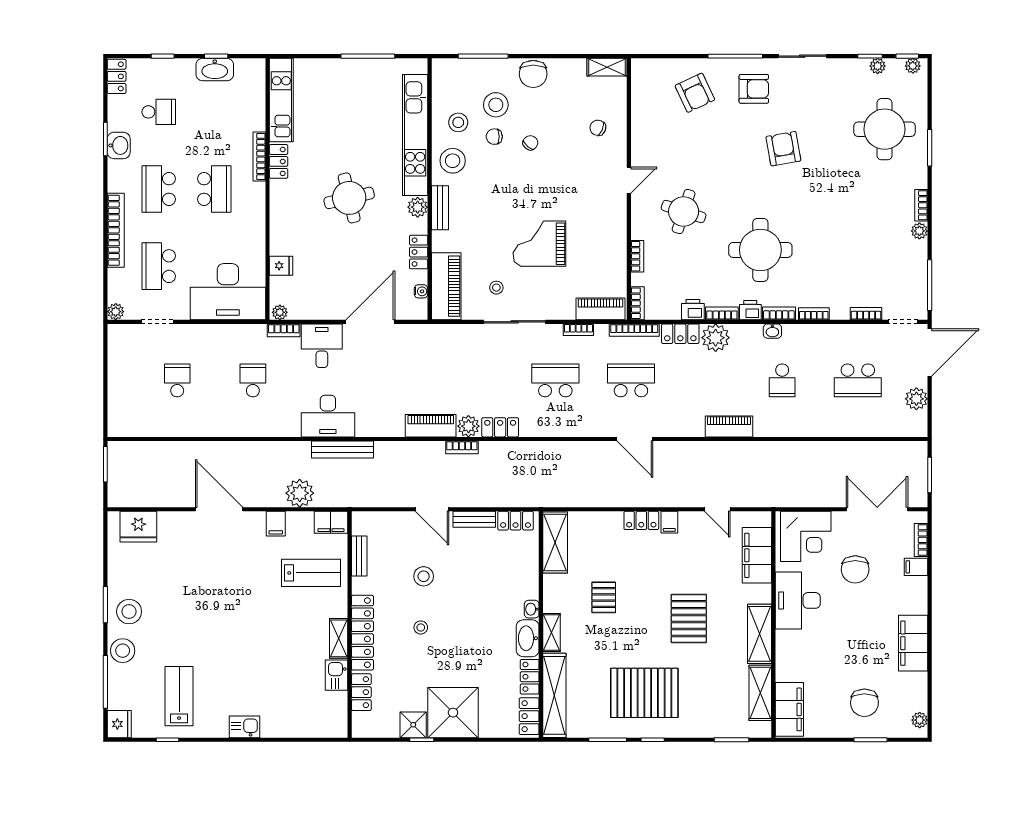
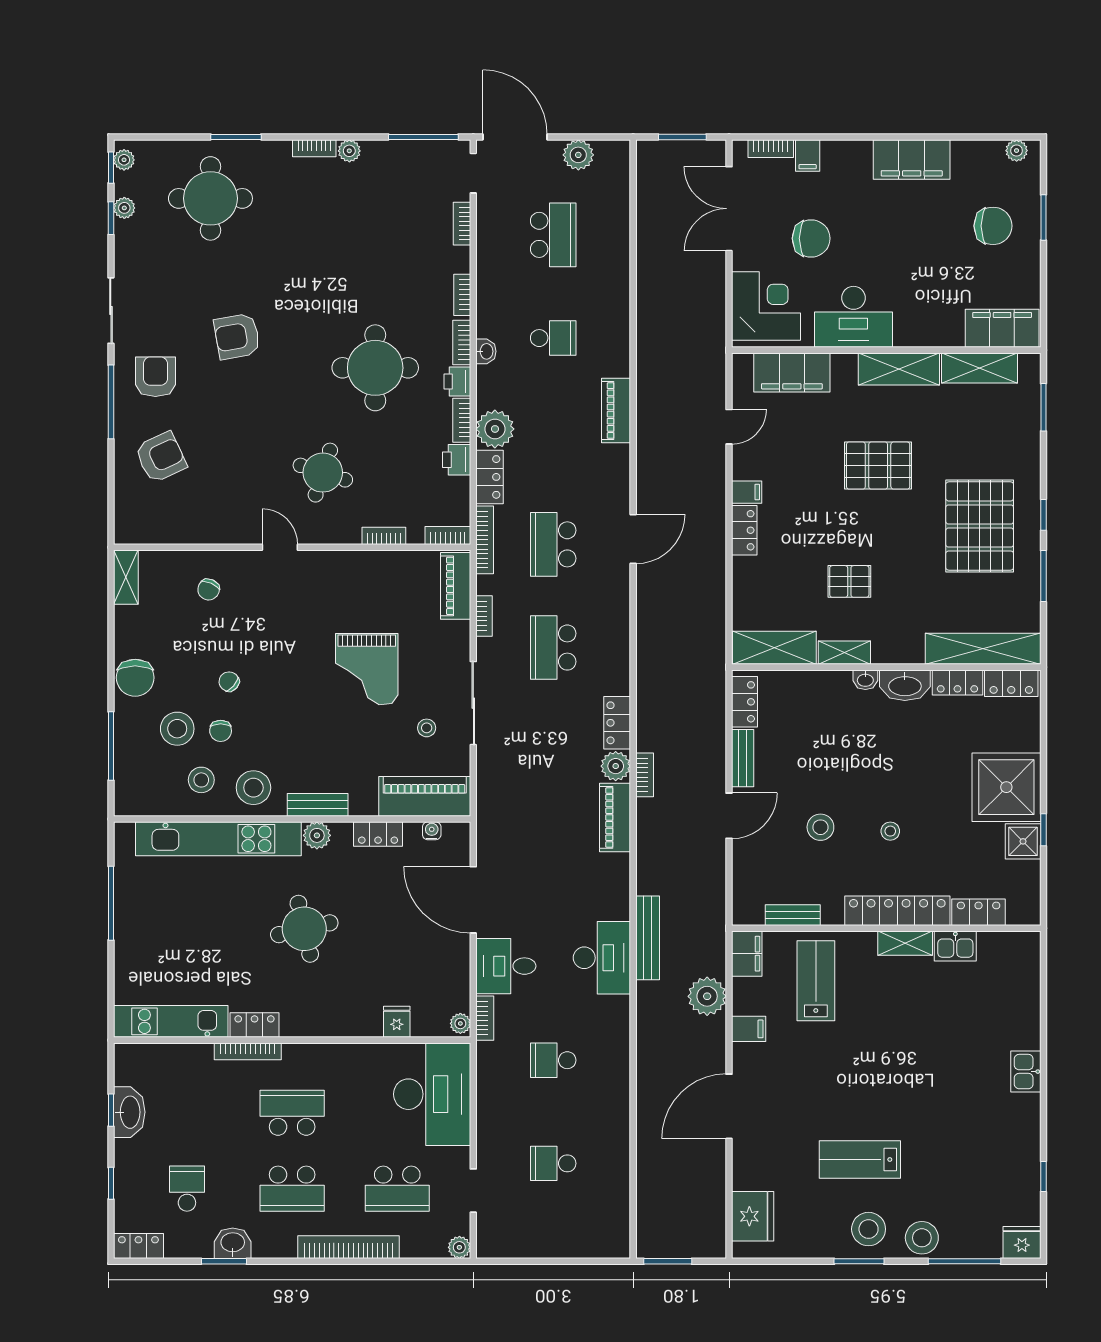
chair: (533, 74) -> (135, 678), turned 90
shelving: (552, 632) -> (844, 653), moved
lab bench: (179, 696) -> (860, 1159), moved

